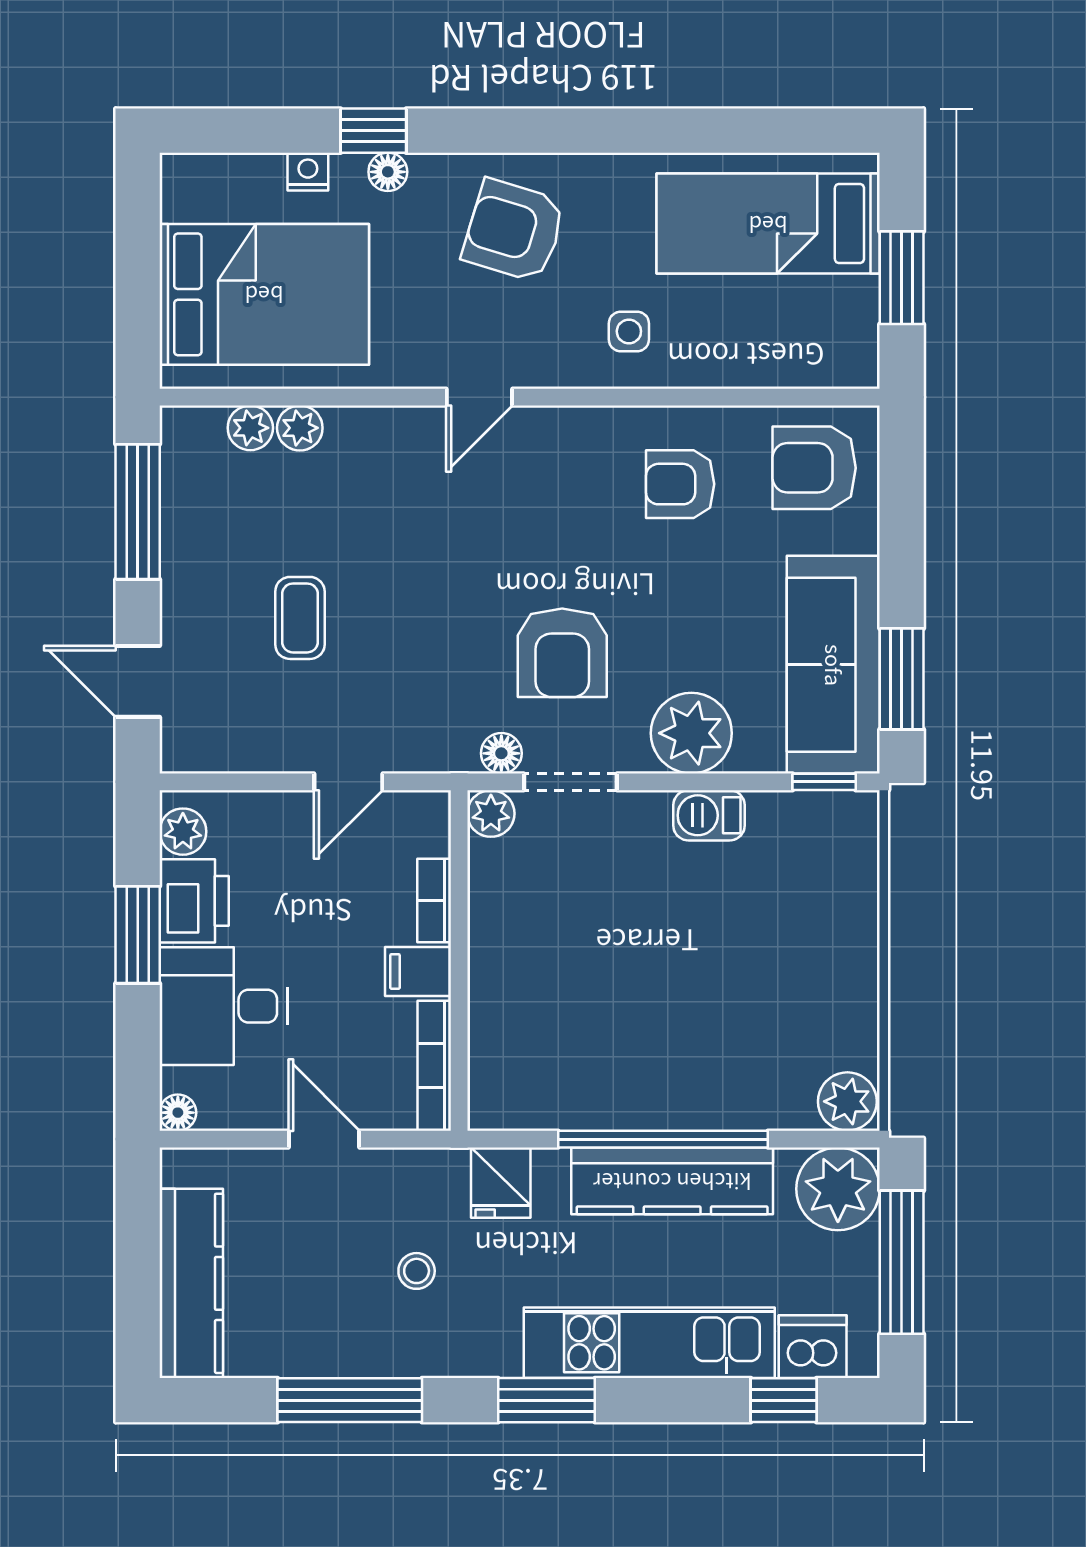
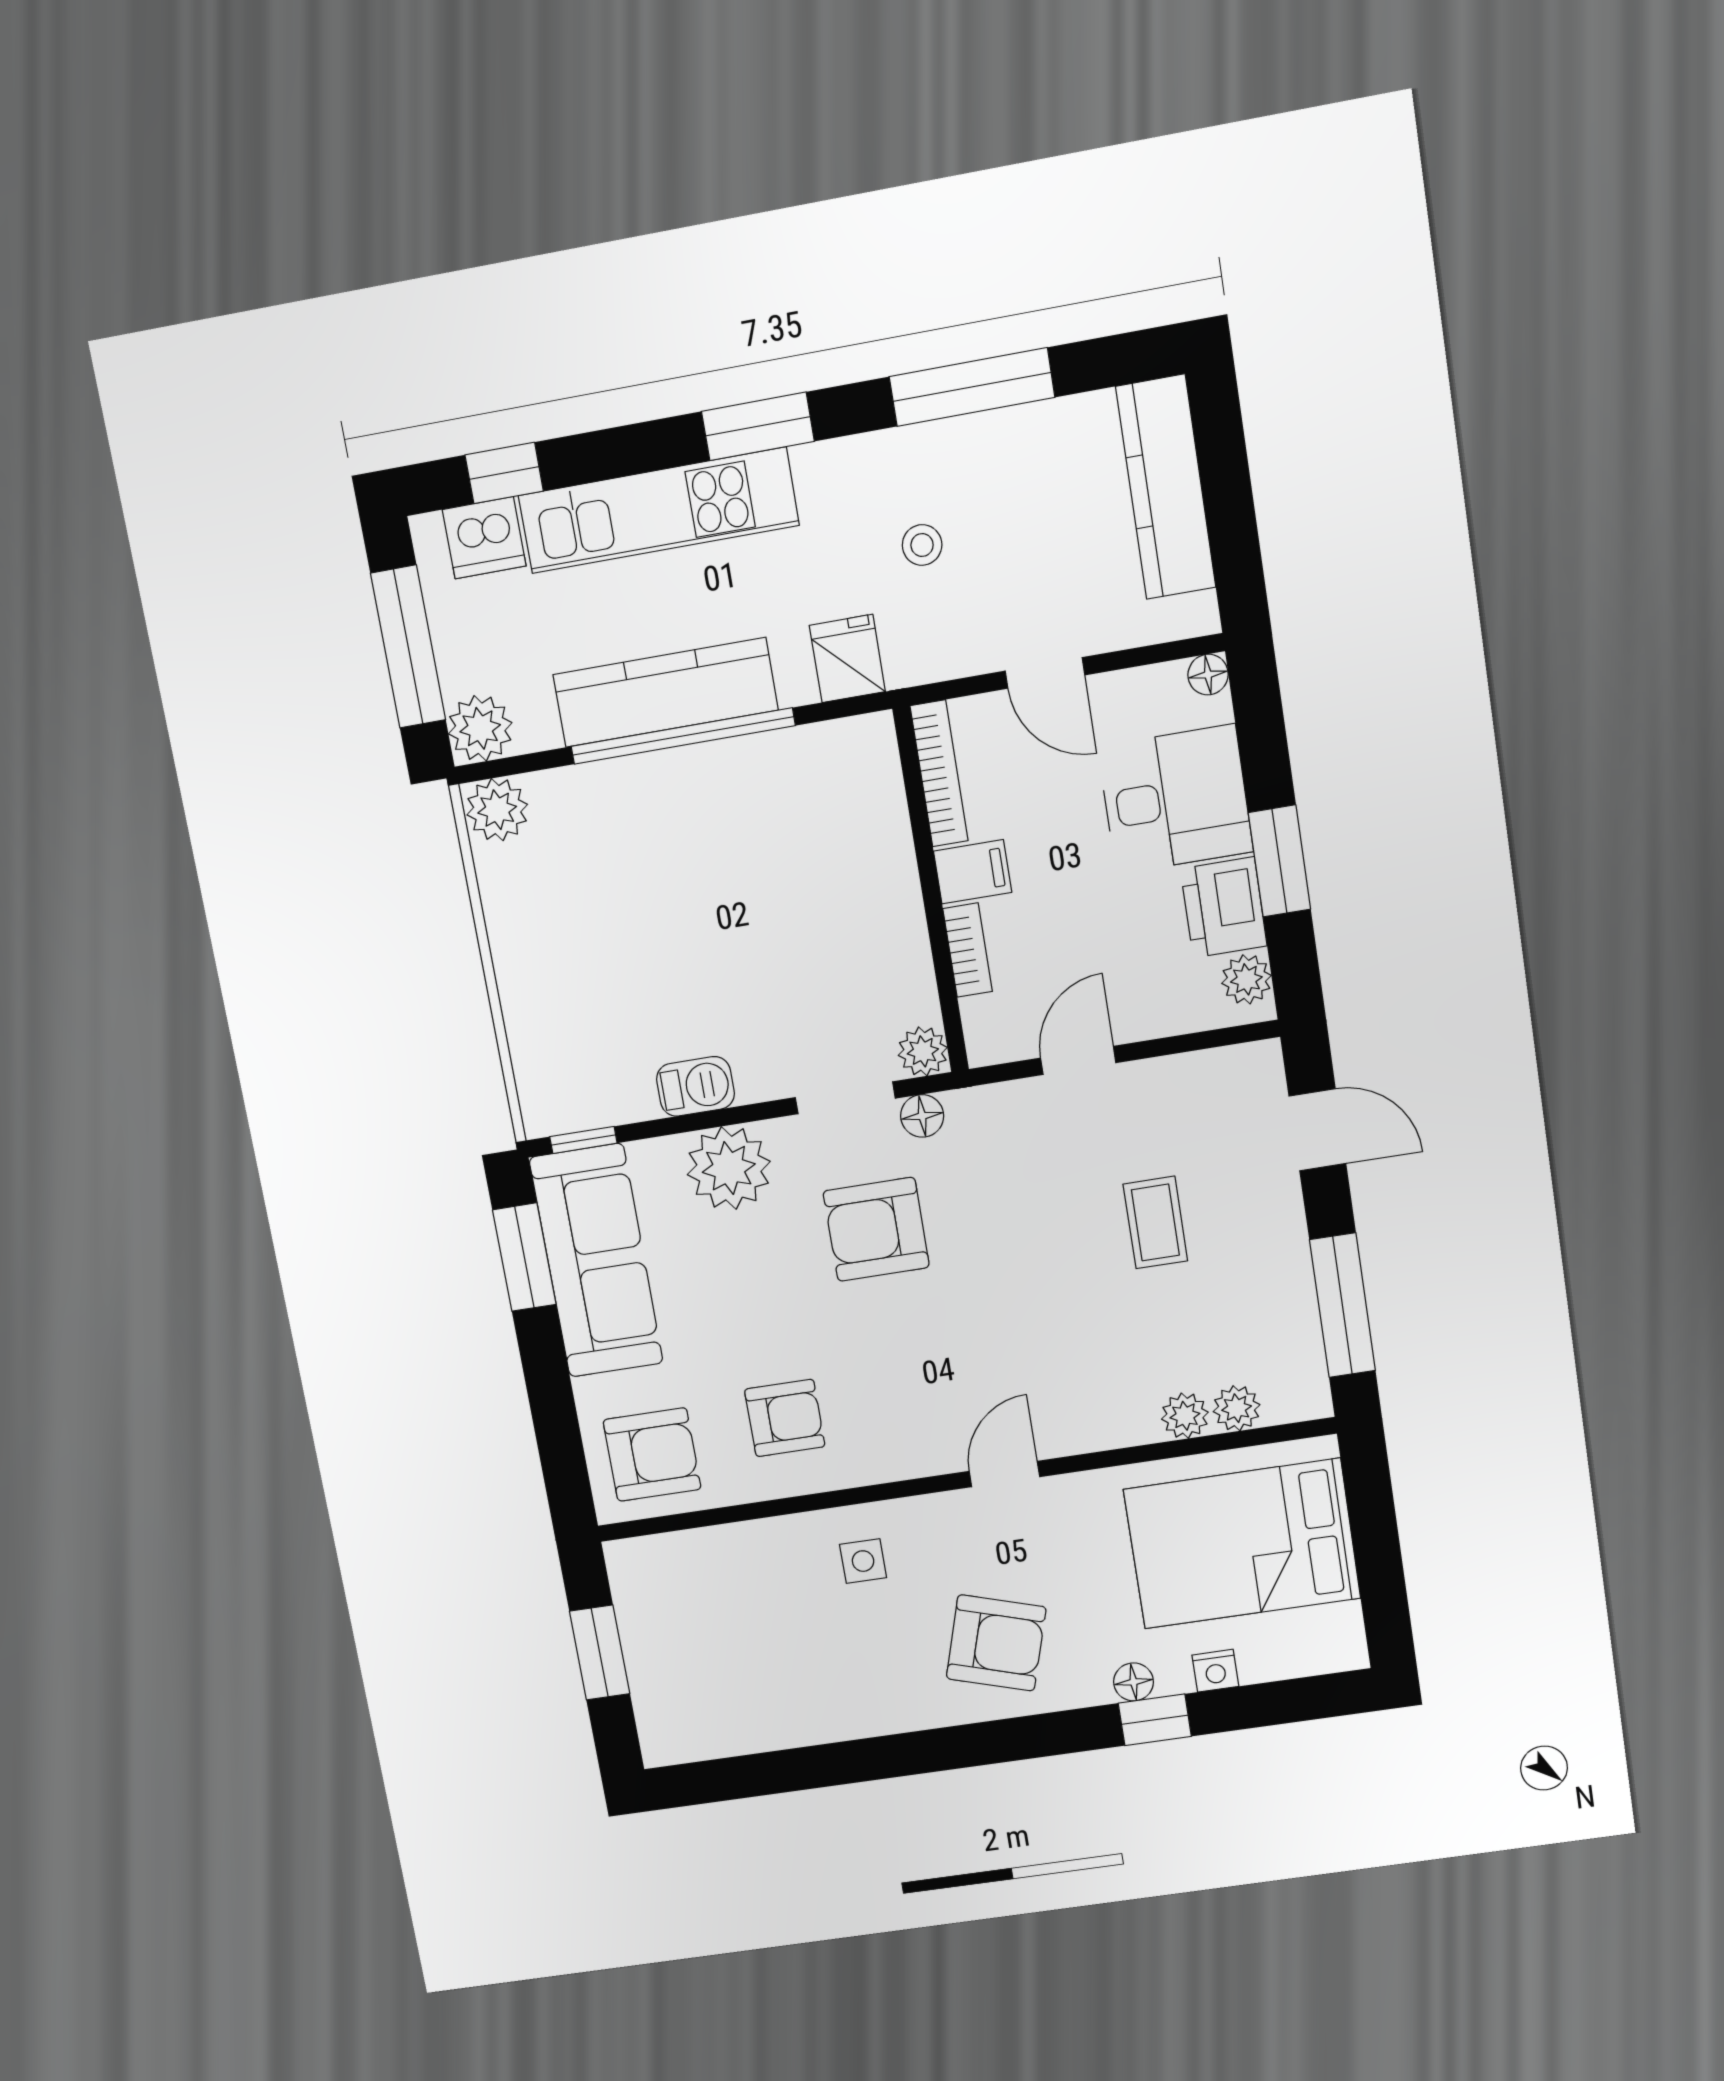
bed: (768, 224) -> (742, 1686), removed
armchair: (562, 653) -> (876, 1229), turned -90
plant: (838, 1189) -> (480, 728), width x0.73, depth x0.73

